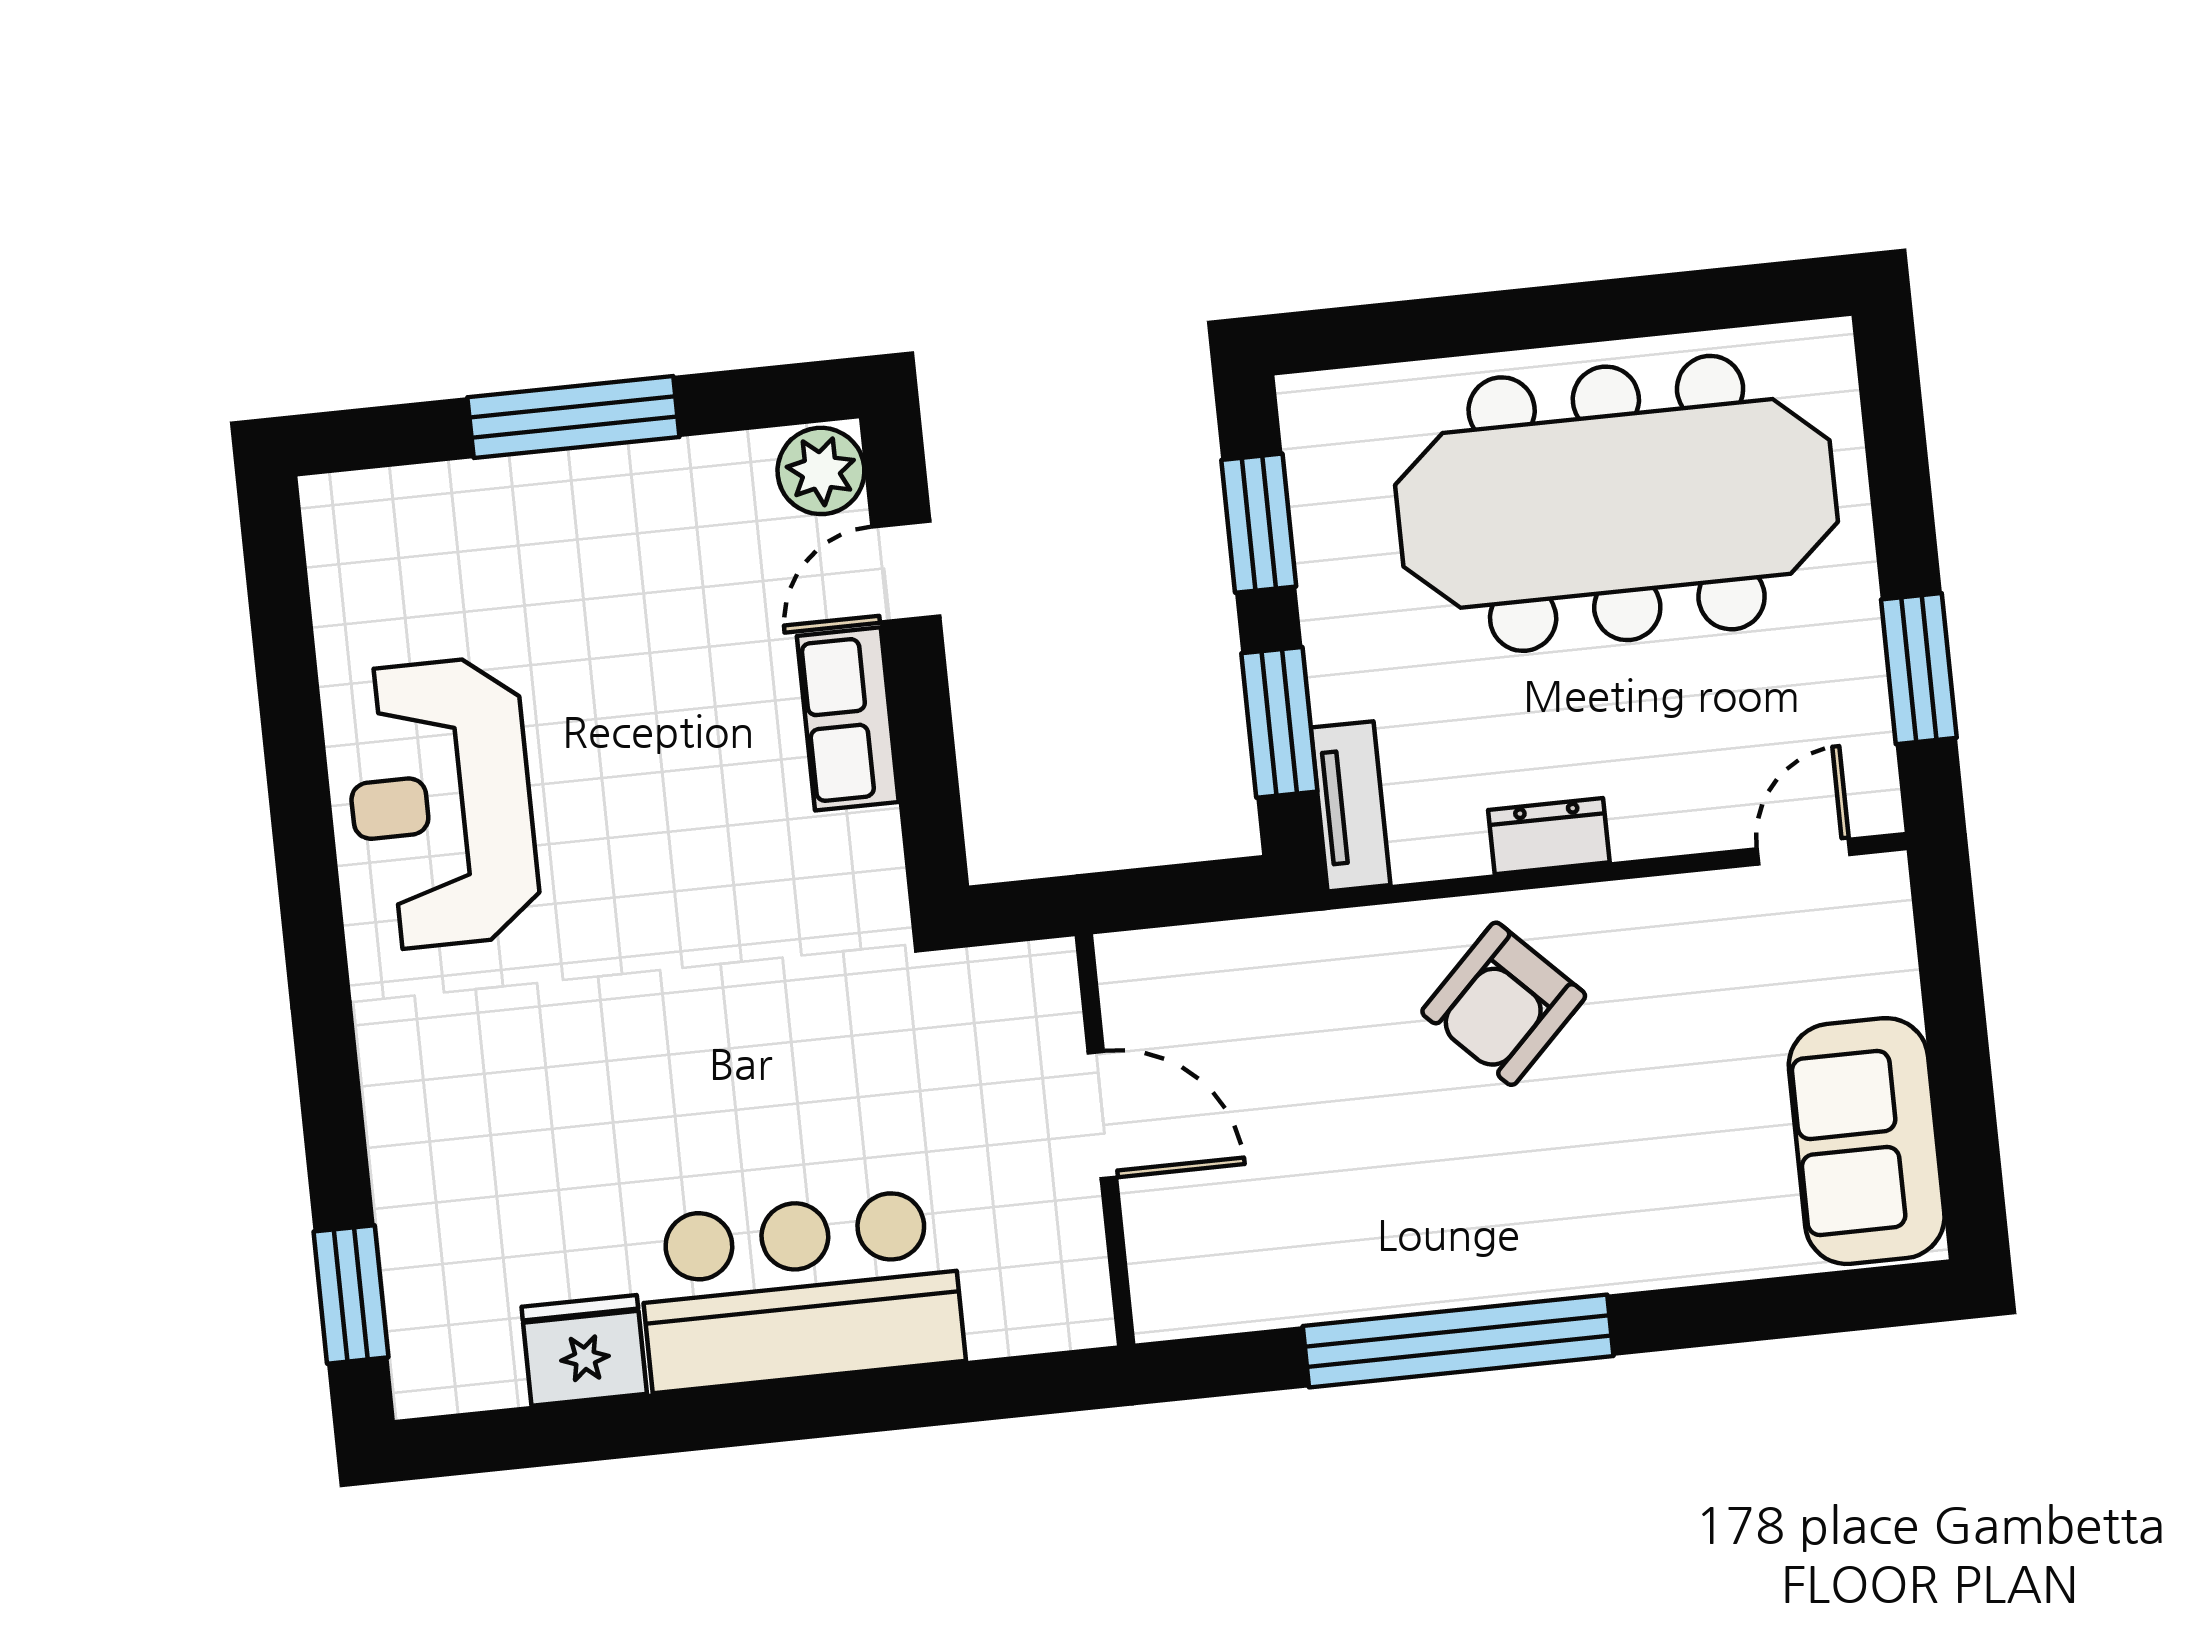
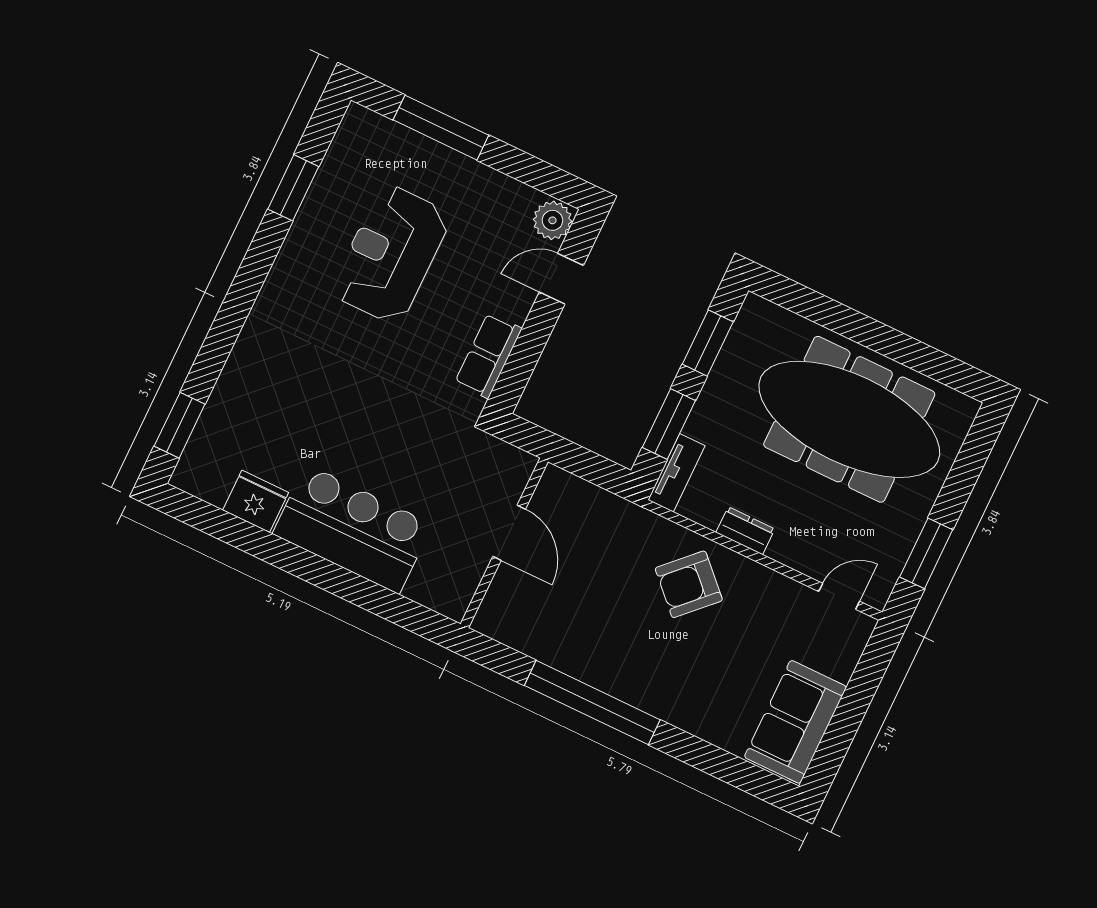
window: (573, 417) -> (441, 128), moved
window: (291, 711) -> (293, 188), added
row of seats: (848, 719) -> (488, 356), moved
reception desk: (441, 803) -> (391, 254), moved

